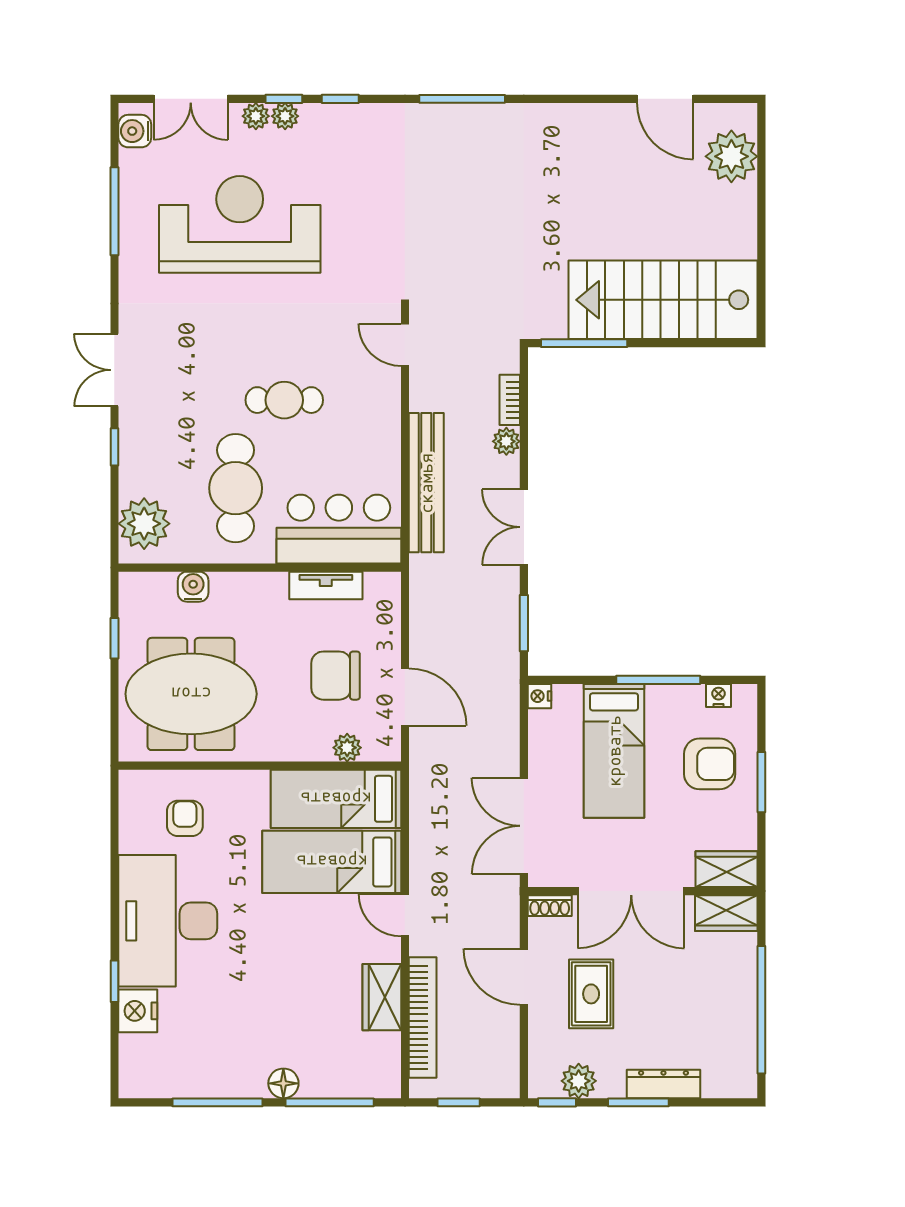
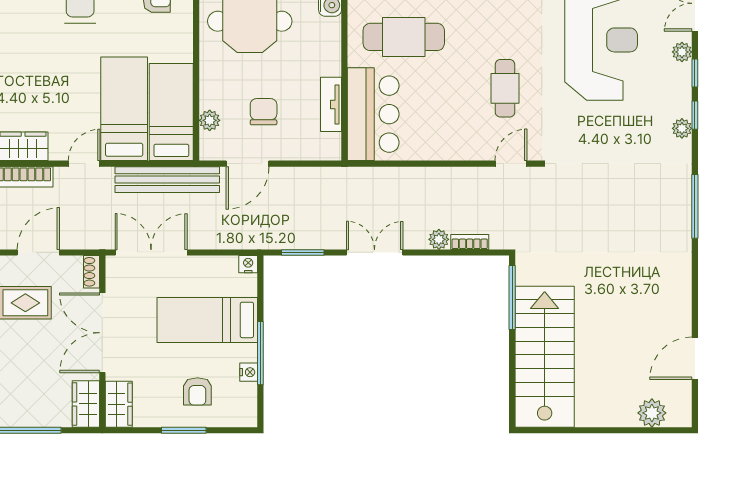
plant: (285, 116) -> (682, 128), moved
plant: (731, 156) -> (652, 413), width x0.73, depth x0.73
cafe table: (284, 400) -> (505, 88), moved
bench: (426, 483) -> (167, 180), moved
chair: (336, 676) -> (264, 112), width x0.73, depth x0.73
nightstand: (718, 695) -> (249, 372), moved
armchair: (710, 764) -> (197, 391), width x0.72, depth x0.72

